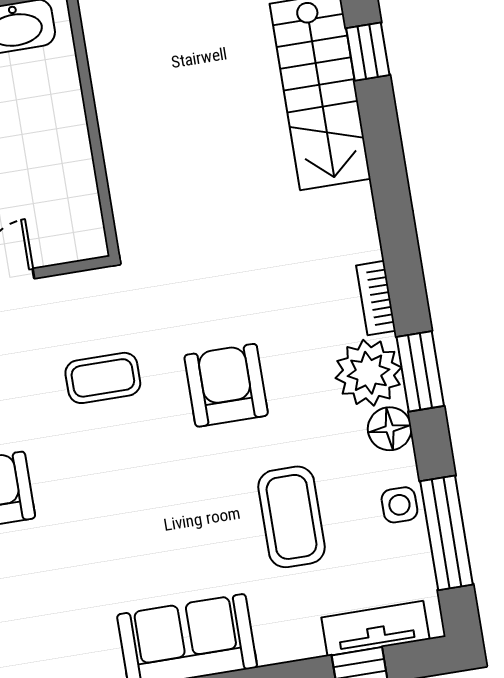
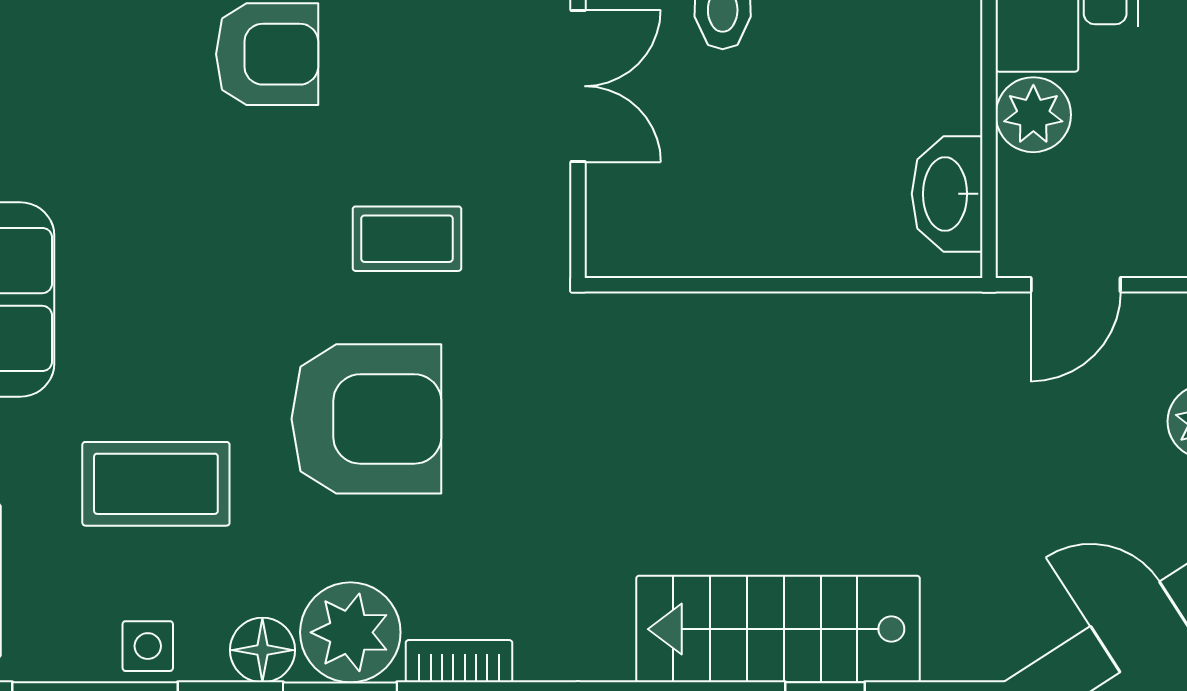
coffee table: (103, 378) -> (407, 239), turned 90
armchair: (226, 385) -> (366, 419), width x1.36, depth x1.36

